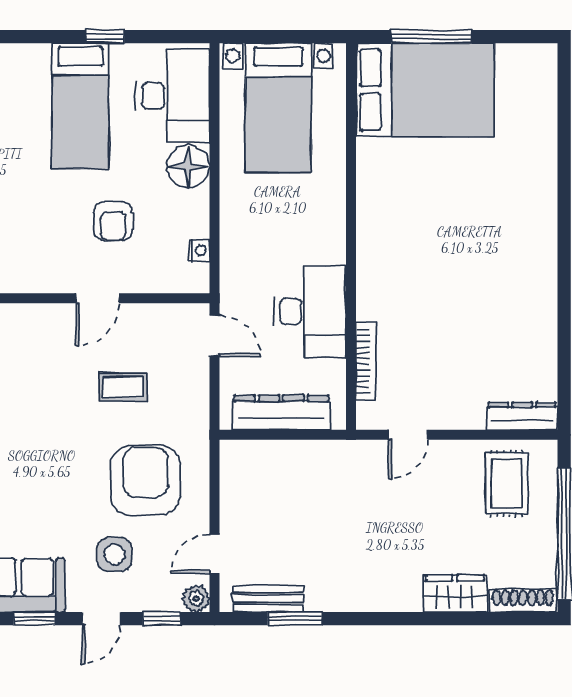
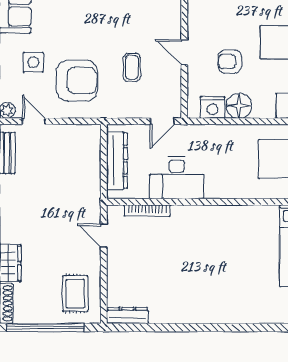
floor lamp: (188, 167) -> (239, 106), moved
nightstand: (199, 250) -> (213, 107), width x1.89, depth x1.79
dresser: (522, 416) -> (128, 316), moved, turned -90
rug: (507, 483) -> (75, 294), turned 90

